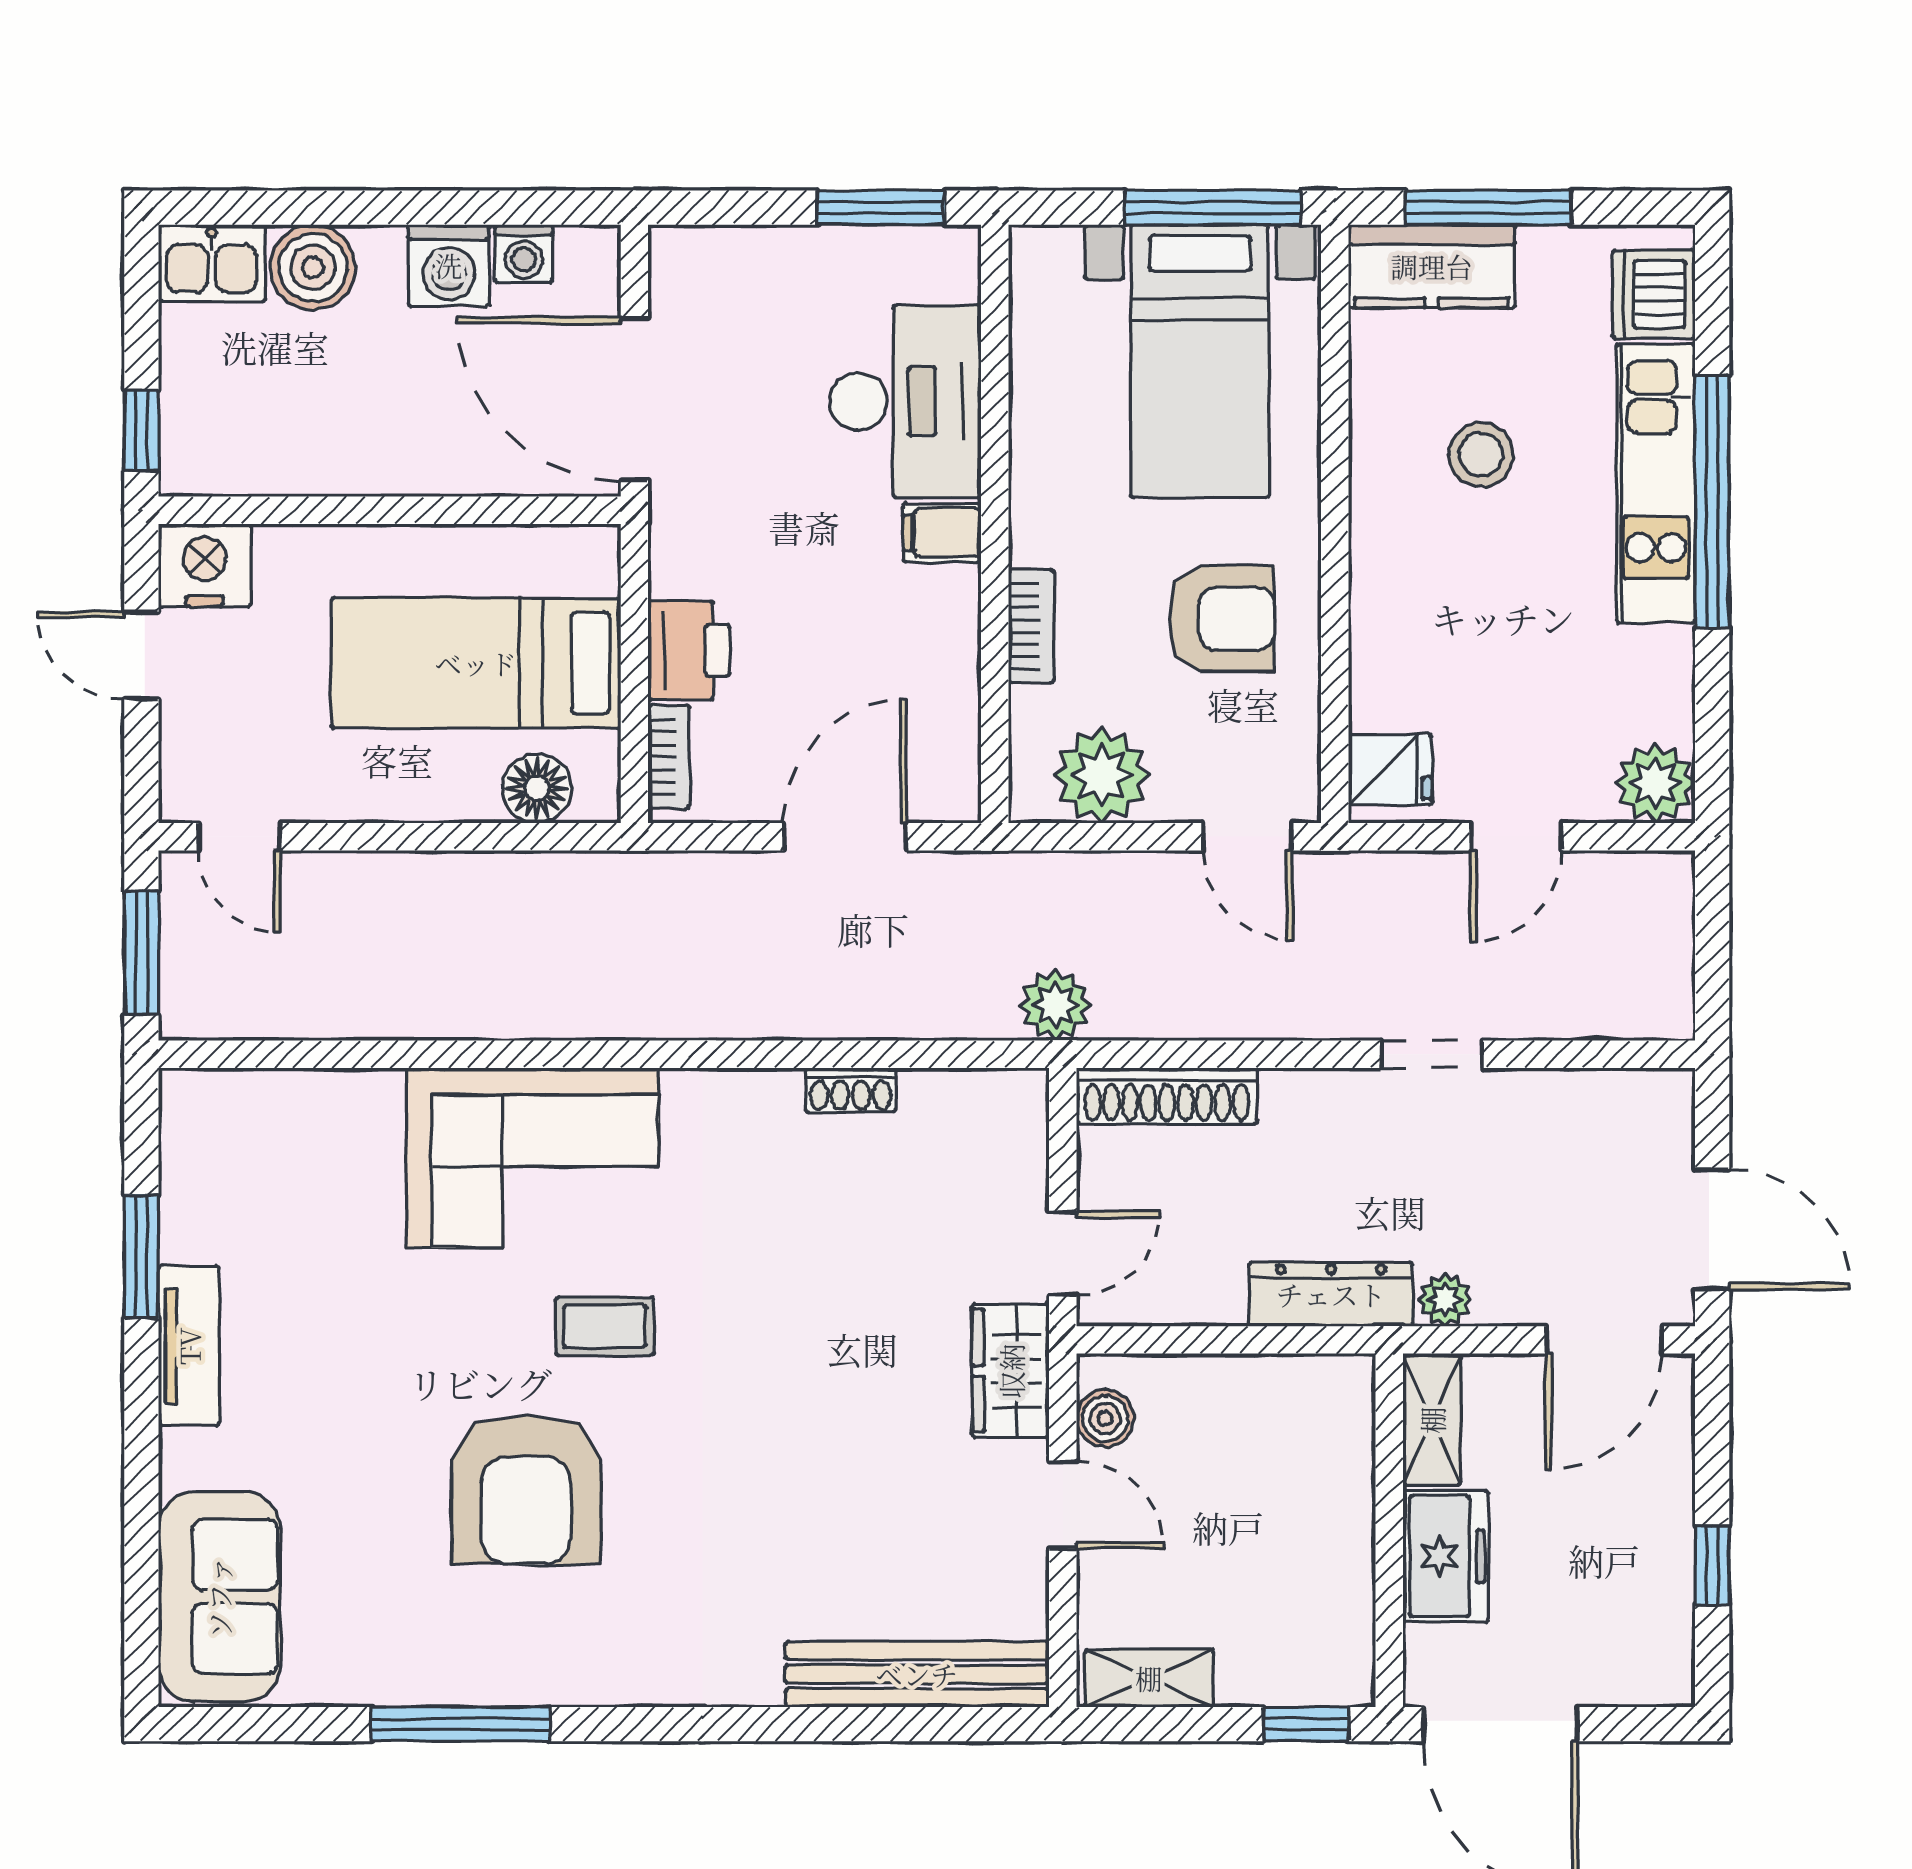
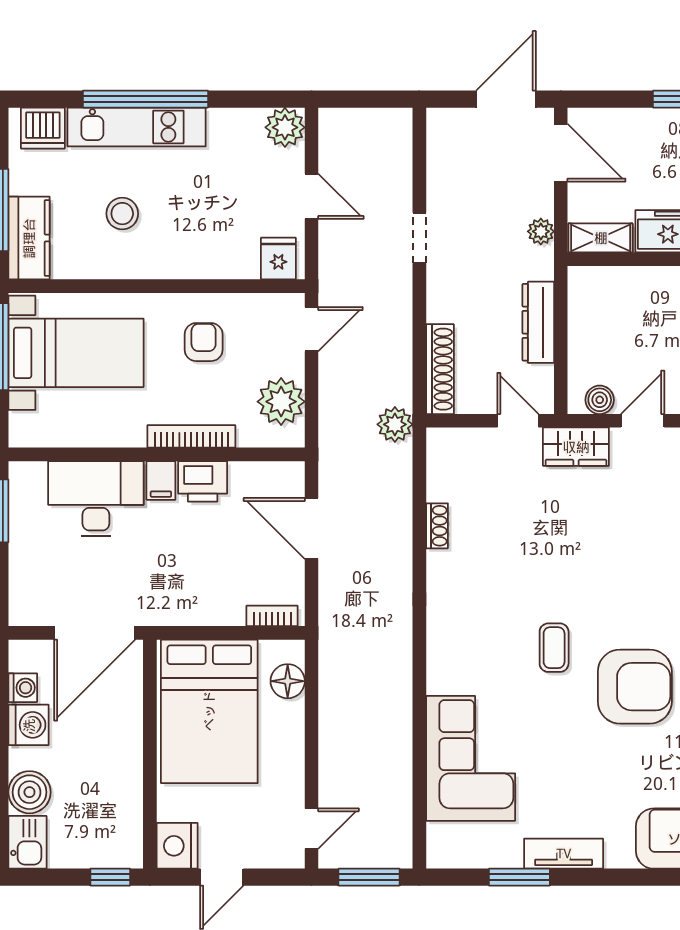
armchair: (1222, 619) -> (204, 342), width x0.72, depth x0.72
bookcase: (1031, 626) -> (191, 436), width x1.56
printer: (689, 650) -> (203, 481), moved, turned 180
bed: (476, 663) -> (209, 711), width x1.50
corner sofa: (532, 1158) -> (471, 758), moved
dresser: (1331, 1294) -> (538, 322), moved

